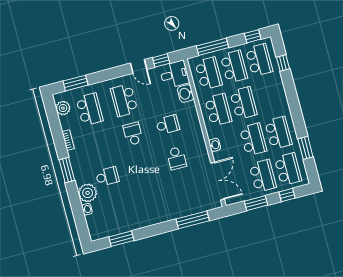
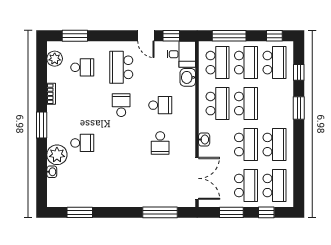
school desk: (89, 109) -> (82, 67), width x0.54
window: (305, 148) -> (299, 108), moved

